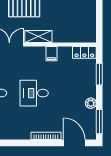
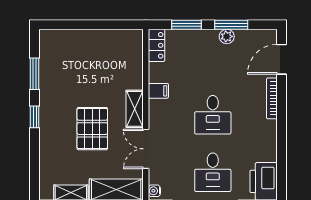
window: (99, 122) -> (231, 25), moved

